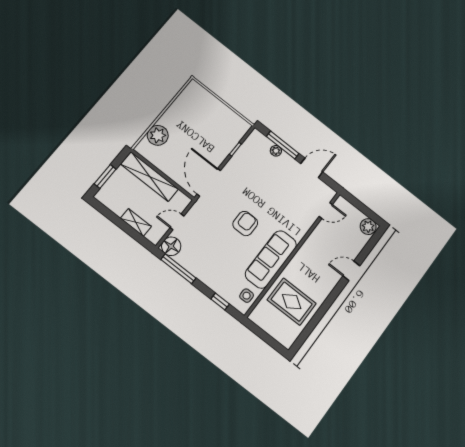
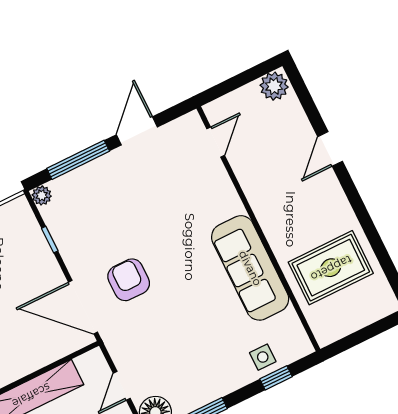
plant: (276, 151) -> (42, 195), moved
armchair: (245, 223) -> (129, 280), moved
side table: (247, 296) -> (263, 357), moved

